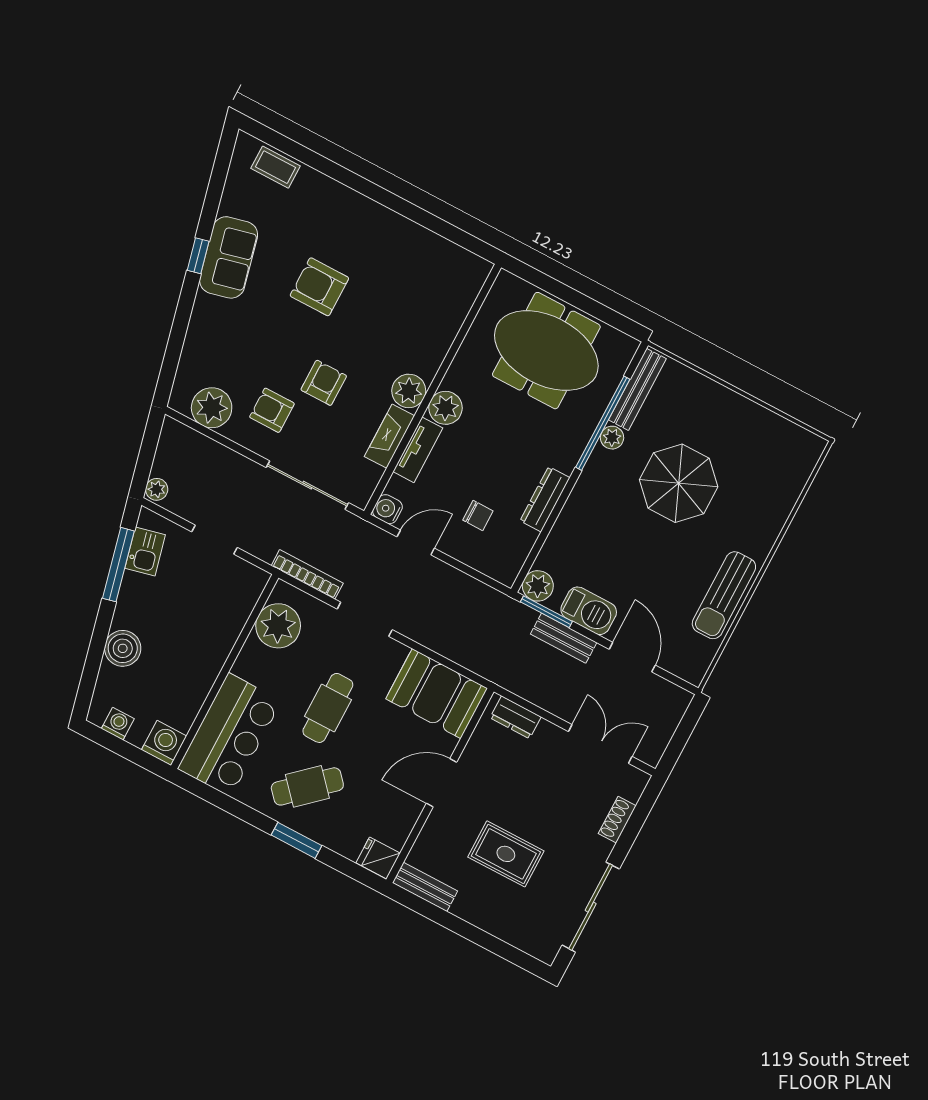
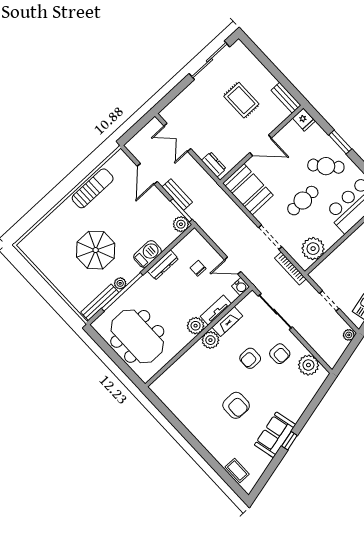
barbecue: (589, 611) -> (148, 254), moved, turned 90
shoe rack: (617, 820) -> (182, 98), removed

